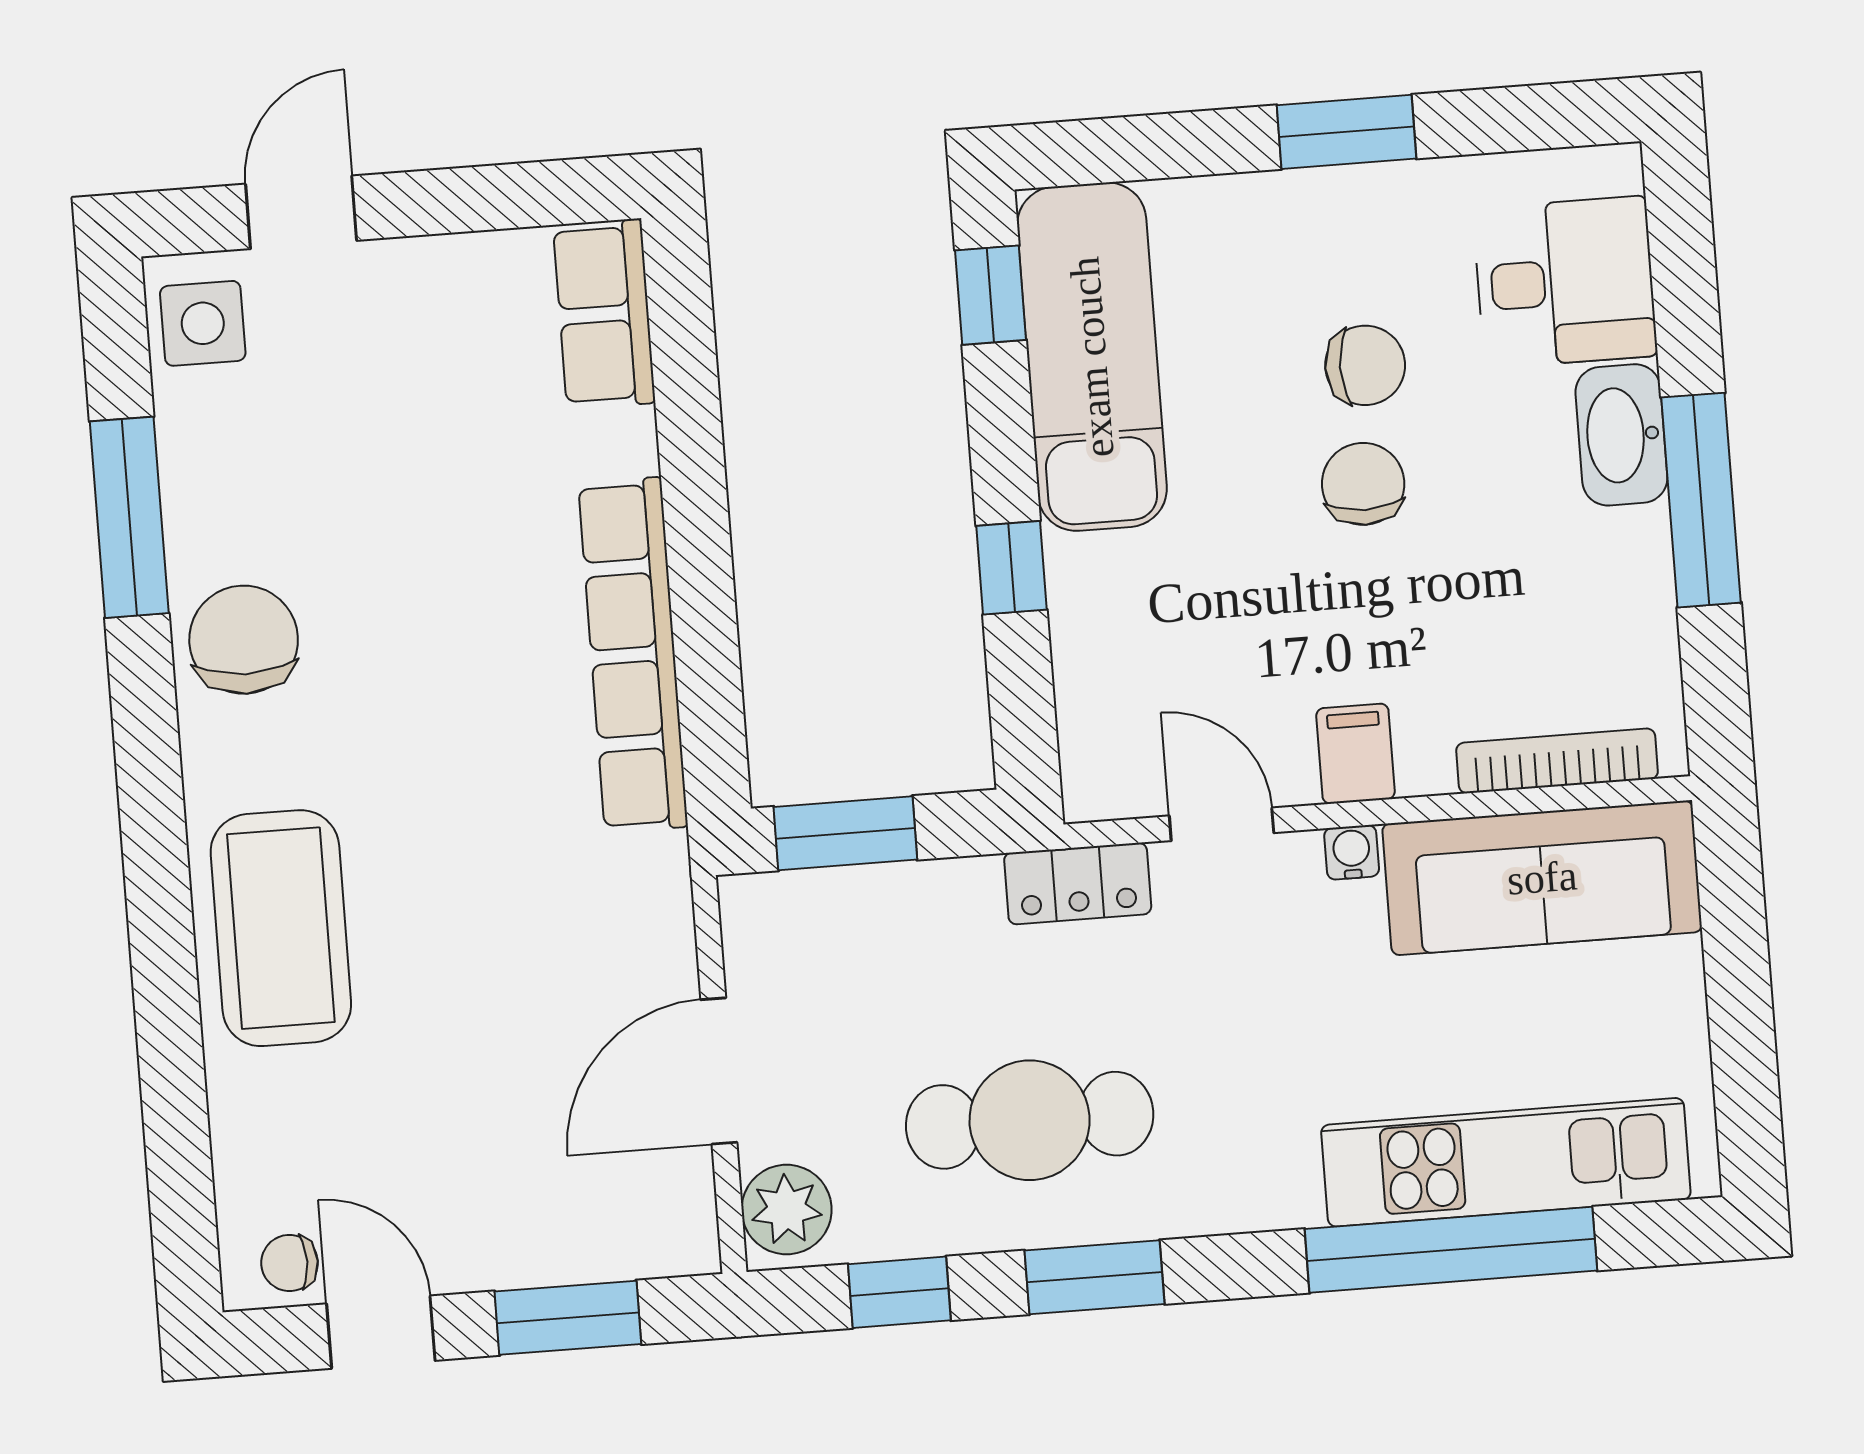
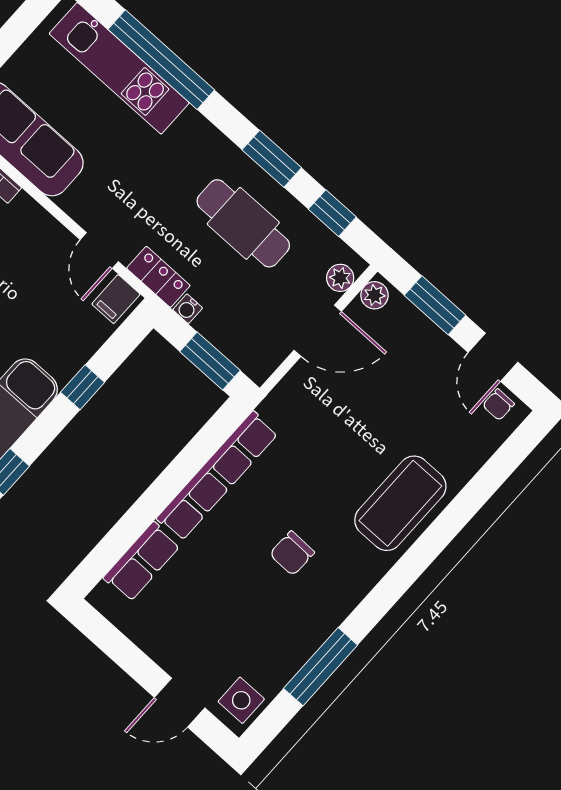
row of seats: (604, 314) -> (142, 562), moved
chair: (244, 640) -> (292, 553), moved, width x0.73, depth x0.73
filing cabinet: (1356, 754) -> (116, 299), moved
water cooler: (1352, 852) -> (188, 309), moved
plant: (787, 1210) -> (340, 278), width x0.73, depth x0.73
plant: (686, 1229) -> (374, 295), added
chair: (290, 1263) -> (498, 405), turned 90

